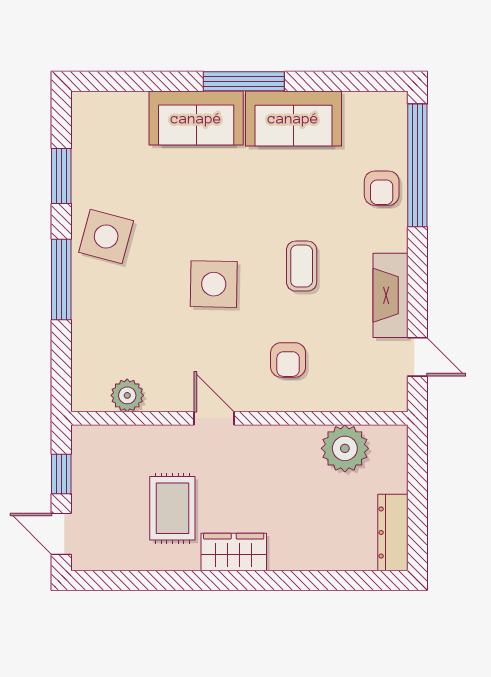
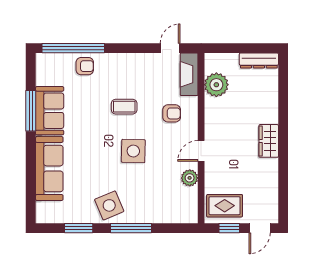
window: (244, 81) -> (31, 111), moved
sofa: (196, 118) -> (49, 168), width x1.36
side table: (106, 236) -> (109, 205), turned -38
fireplace: (390, 295) -> (189, 74), moved, turned 90
plant: (127, 395) -> (190, 178), moved
rug: (172, 508) -> (225, 206), moved

